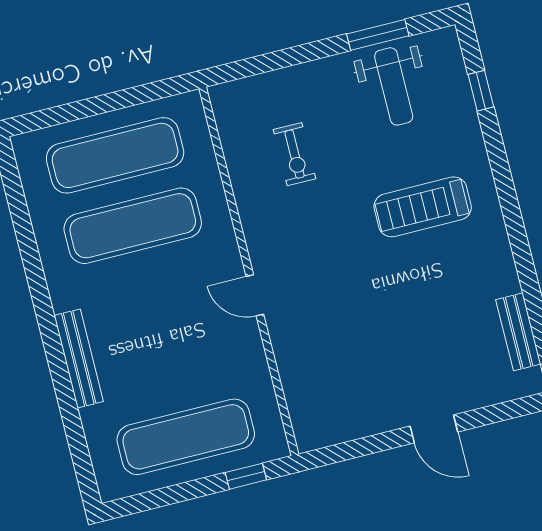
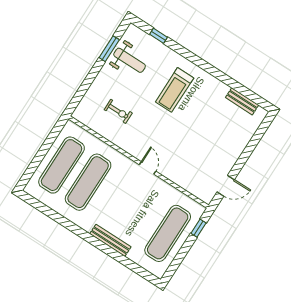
door: (255, 295) -> (148, 168), swing flipped
door: (434, 429) -> (226, 186), moved

